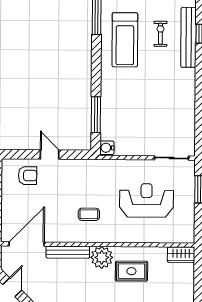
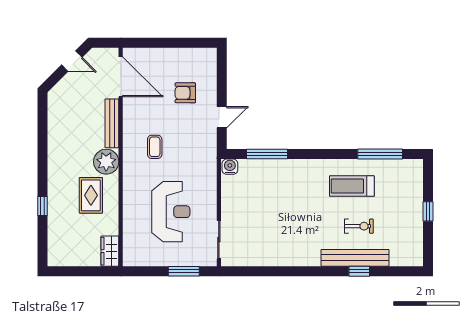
treadmill: (125, 40) -> (352, 186), width x0.73, depth x0.73
door: (50, 155) -> (222, 117), moved
armchair: (28, 176) -> (185, 93), moved, turned 90

